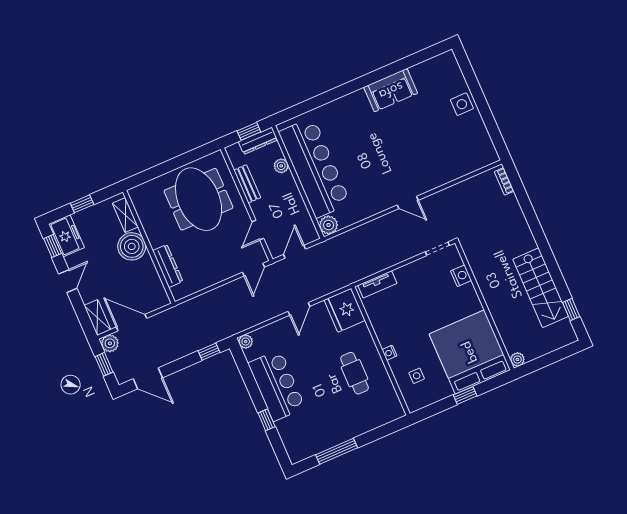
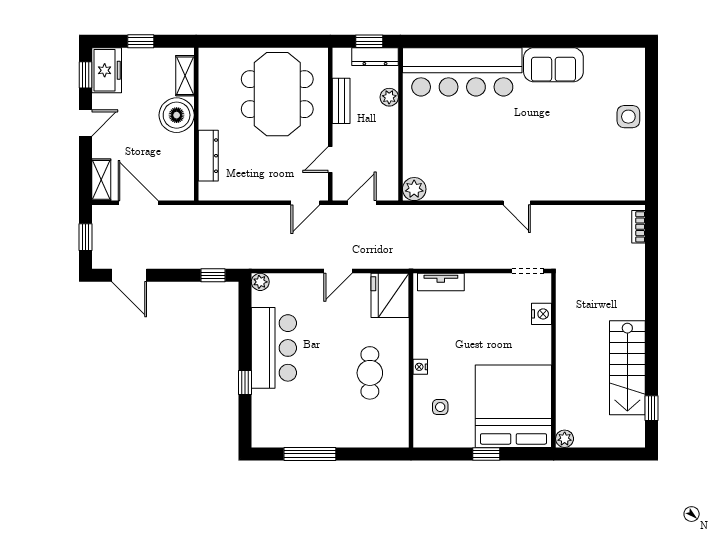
bar counter: (315, 168) -> (462, 72), moved, turned 90
plant: (110, 343) -> (103, 216), removed

